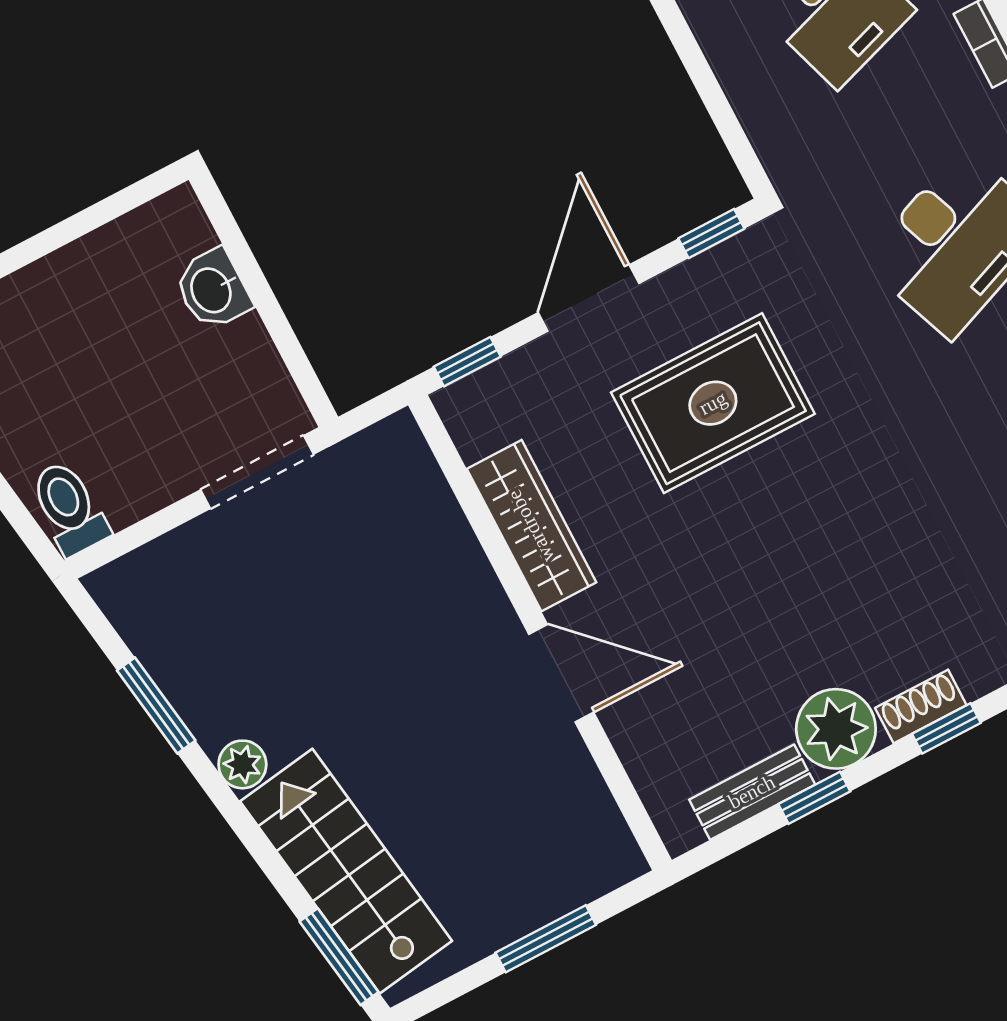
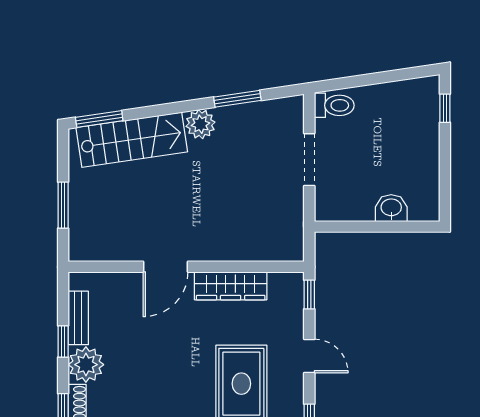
door: (589, 298) -> (309, 356), width x0.73
doorway: (257, 472) -> (309, 160), moved
plant: (242, 764) -> (200, 124), width x1.38, depth x1.38

